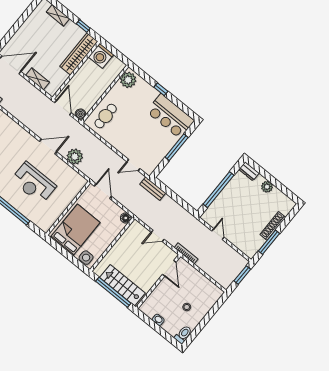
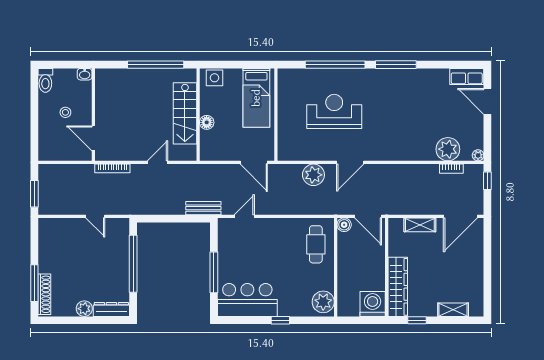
dresser: (249, 171) -> (111, 309), width x1.44
floor lamp: (126, 218) -> (207, 122), moved
shoe rack: (273, 226) -> (44, 294), moved
bed: (75, 230) -> (256, 98), width x0.67
window: (269, 242) -> (34, 283), moved
door: (169, 268) -> (93, 138), moved
wall: (158, 282) -> (93, 115), moved
stairs: (122, 285) -> (185, 113), moved, turned 90

